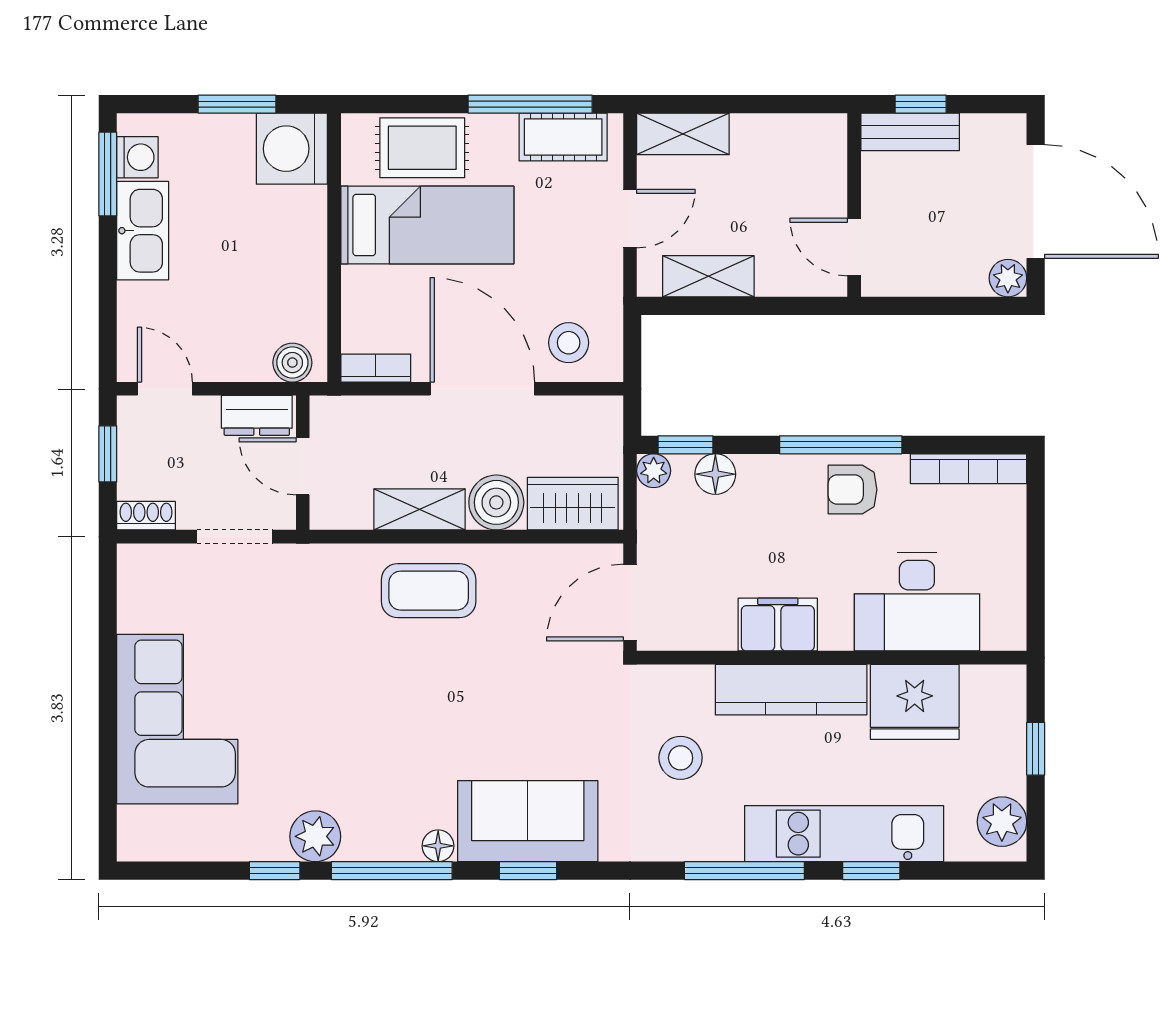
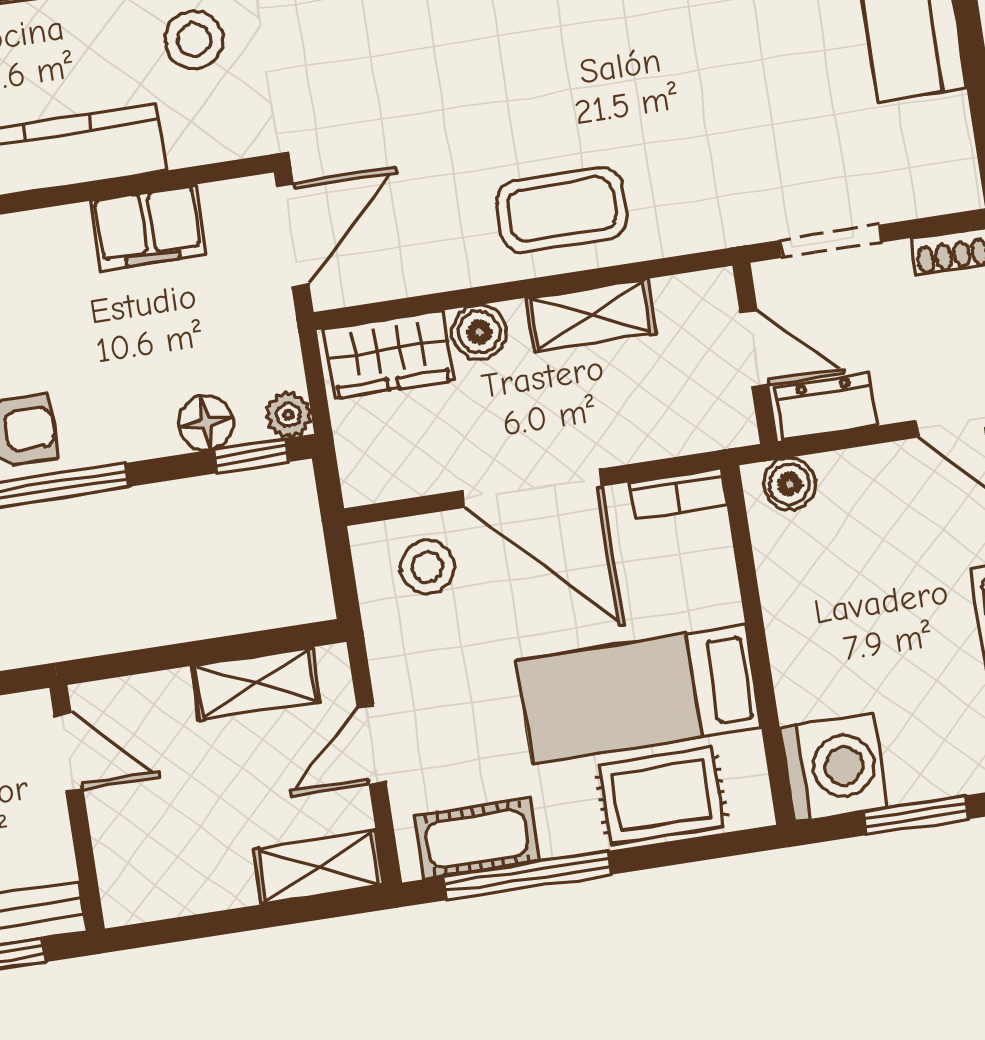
boiler: (496, 502) -> (479, 332), width x0.73, depth x0.73
filing cabinet: (778, 625) -> (148, 228), moved

